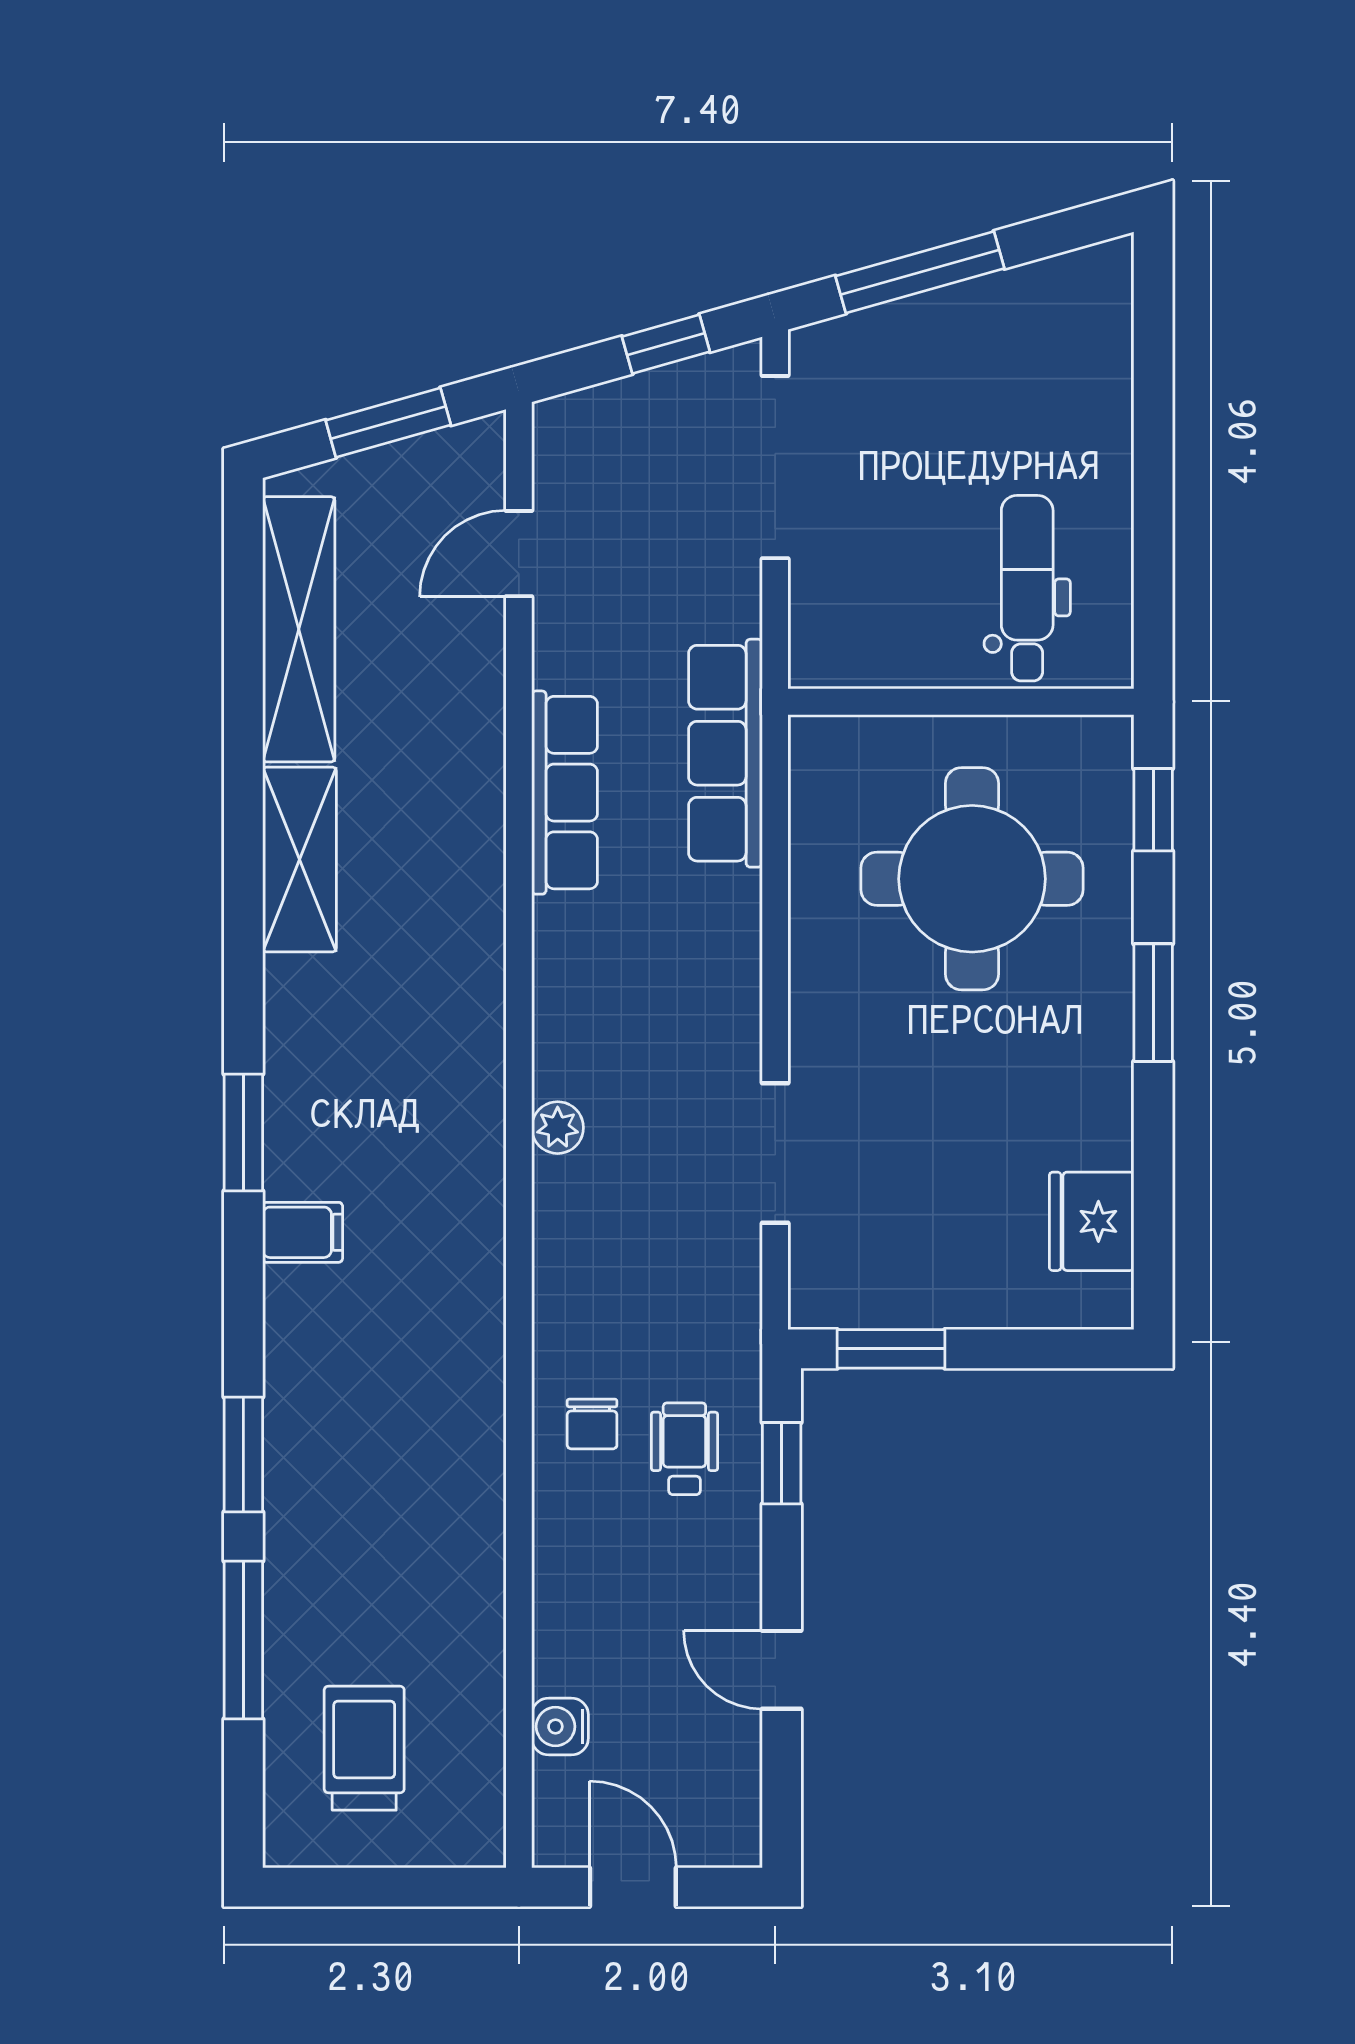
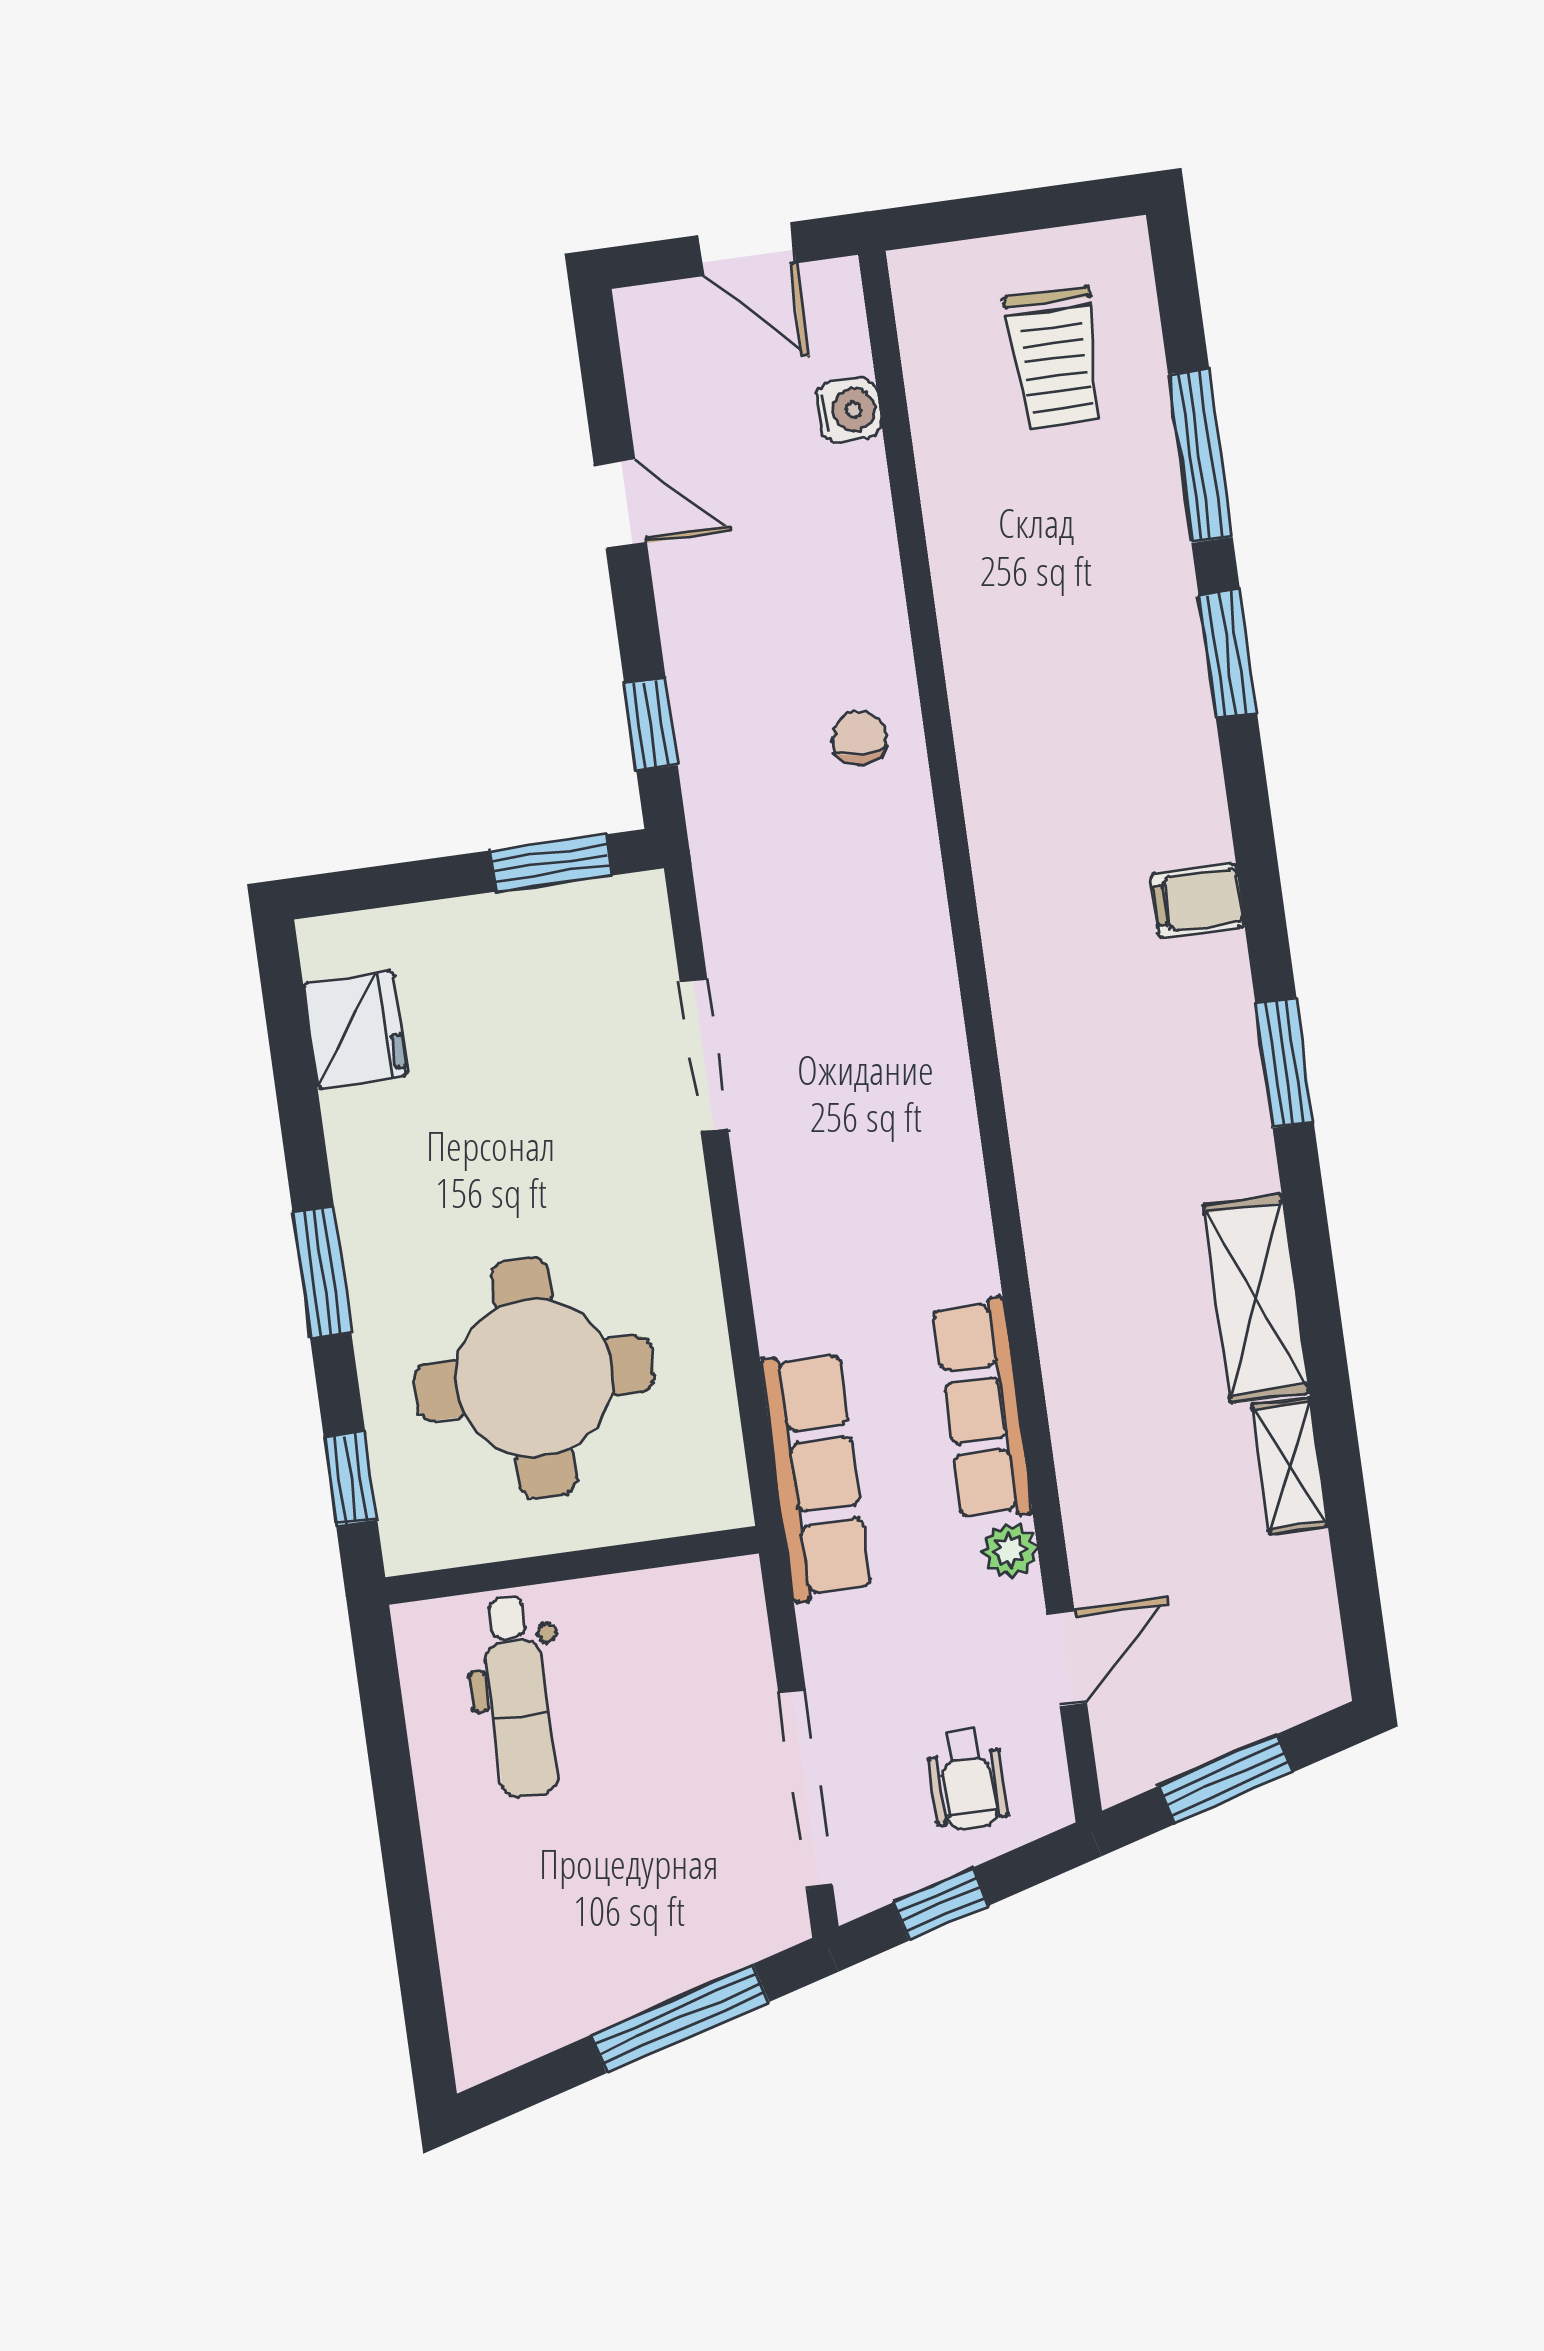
shelving: (299, 629) -> (1290, 1466), width x0.45, depth x0.75
plant: (558, 1128) -> (1010, 1550), moved
window: (243, 1132) -> (1285, 1063), moved
wheelchair: (684, 1449) -> (967, 1779), moved

